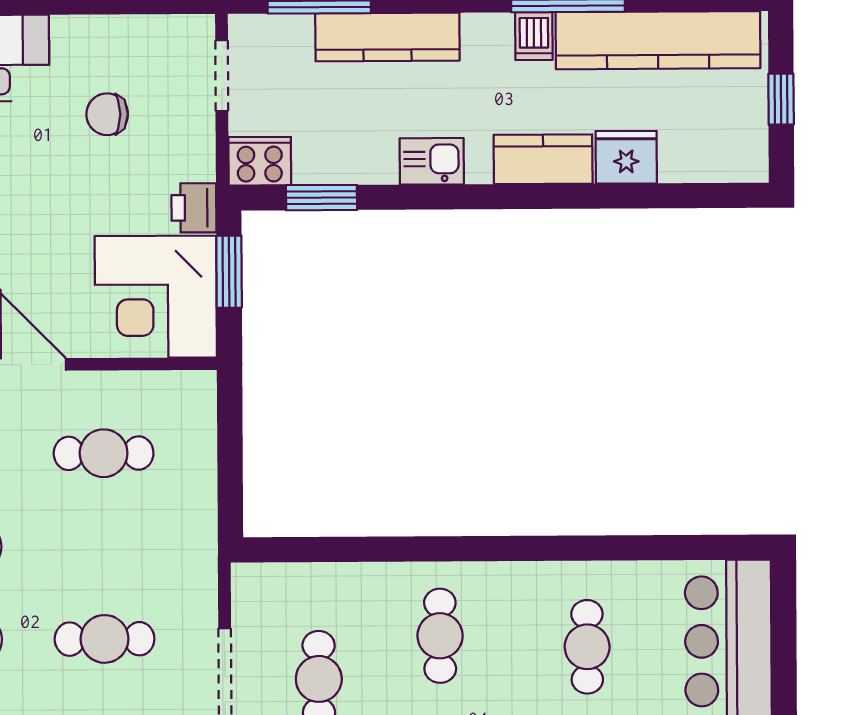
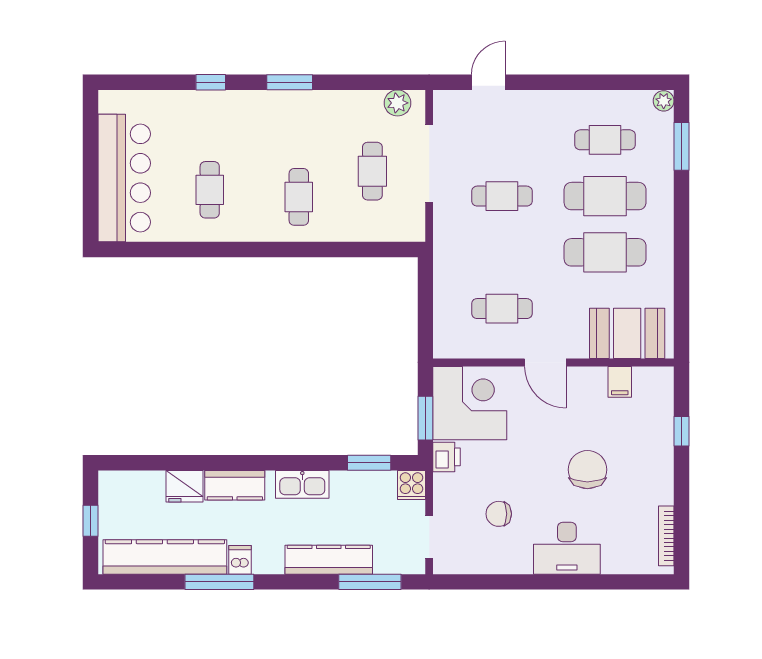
chair: (107, 114) -> (499, 514), turned 180
cooker: (260, 161) -> (411, 485), width x0.73
kitchen sink: (432, 161) -> (302, 484), width x1.38

